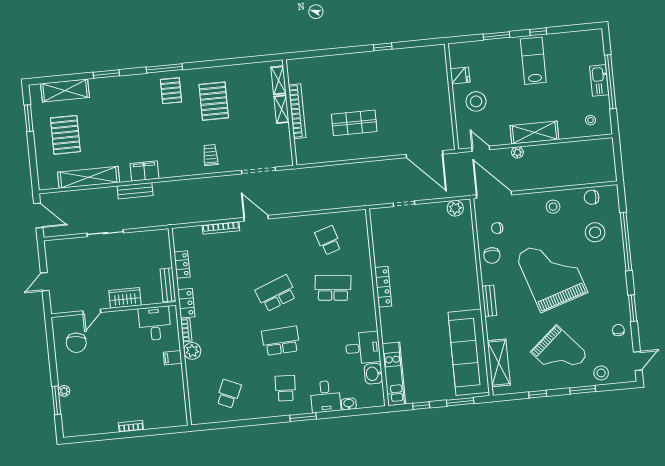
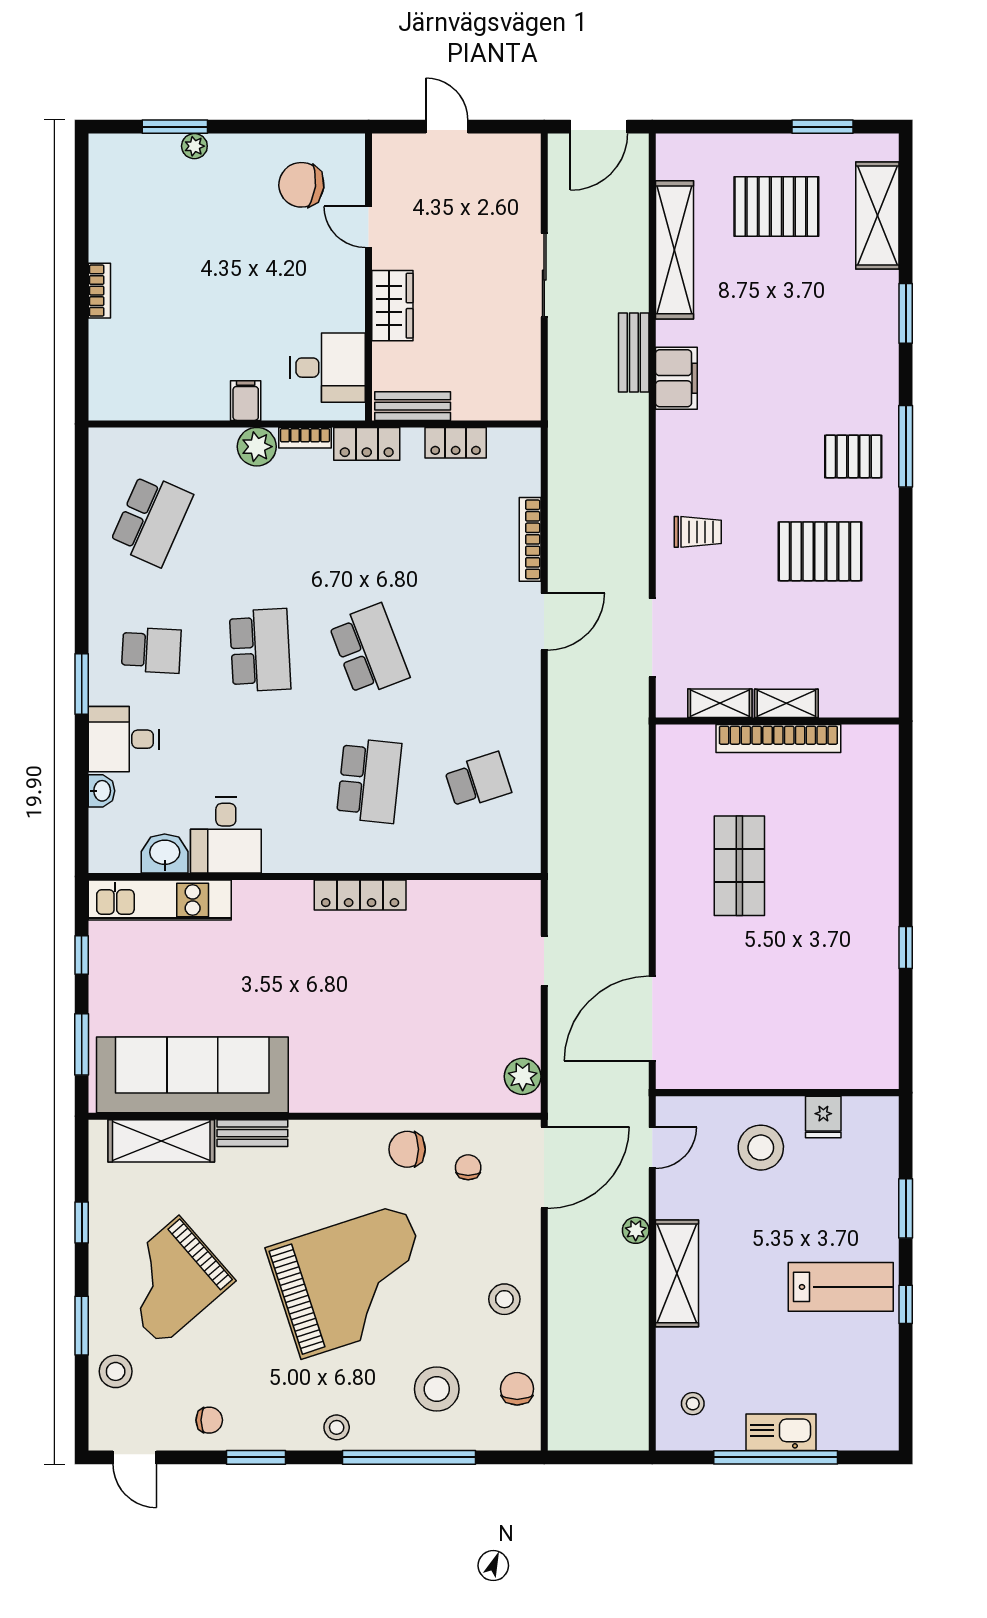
shelving: (279, 80) -> (720, 703), moved
stool: (616, 274) -> (337, 1427), added
bench: (489, 301) -> (252, 1133), moved
school desk: (229, 394) -> (151, 520), width x1.85

